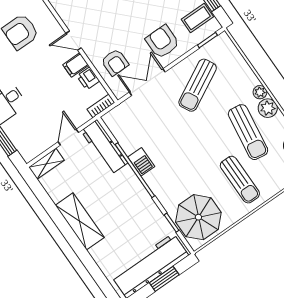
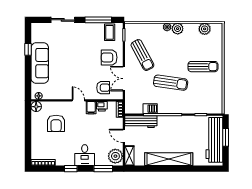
door: (74, 41) -> (78, 100), swing flipped
sun lounger: (248, 132) -> (171, 83), moved
plant: (32, 145) -> (115, 156), added
barbecue: (141, 162) -> (150, 109), moved
parasol: (198, 217) -> (207, 100), removed
shelving: (80, 221) -> (169, 159), width x1.47

